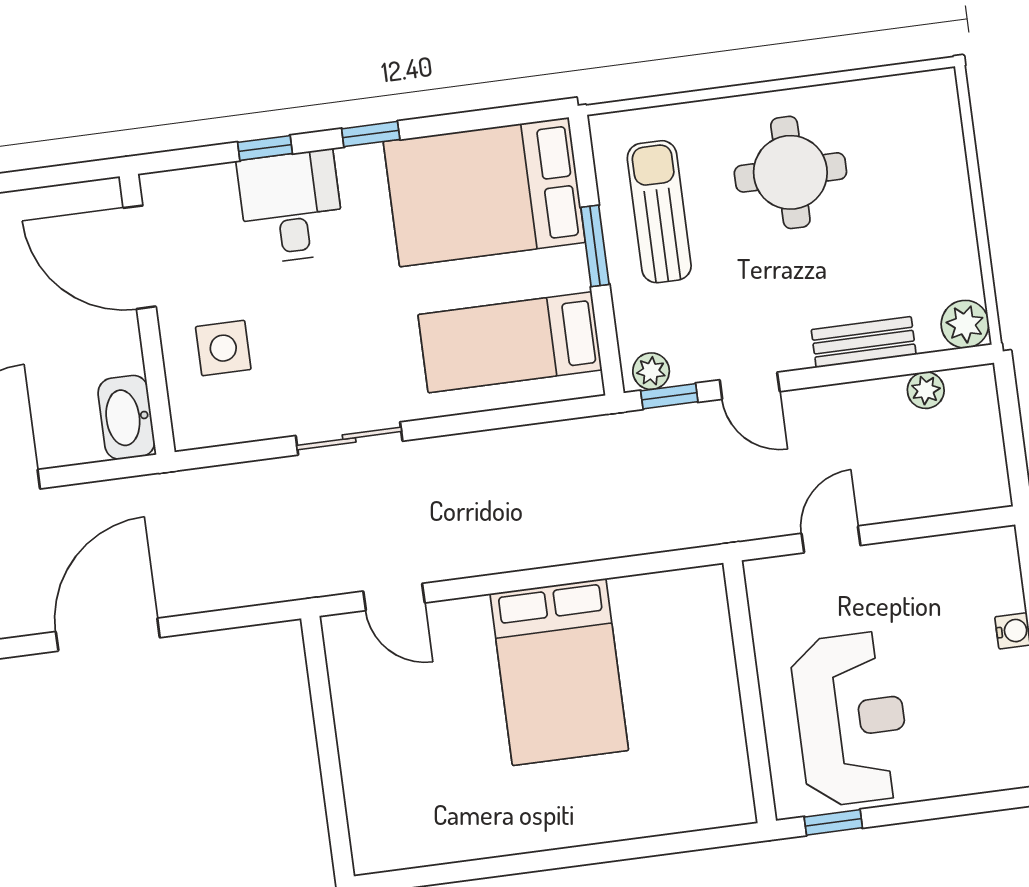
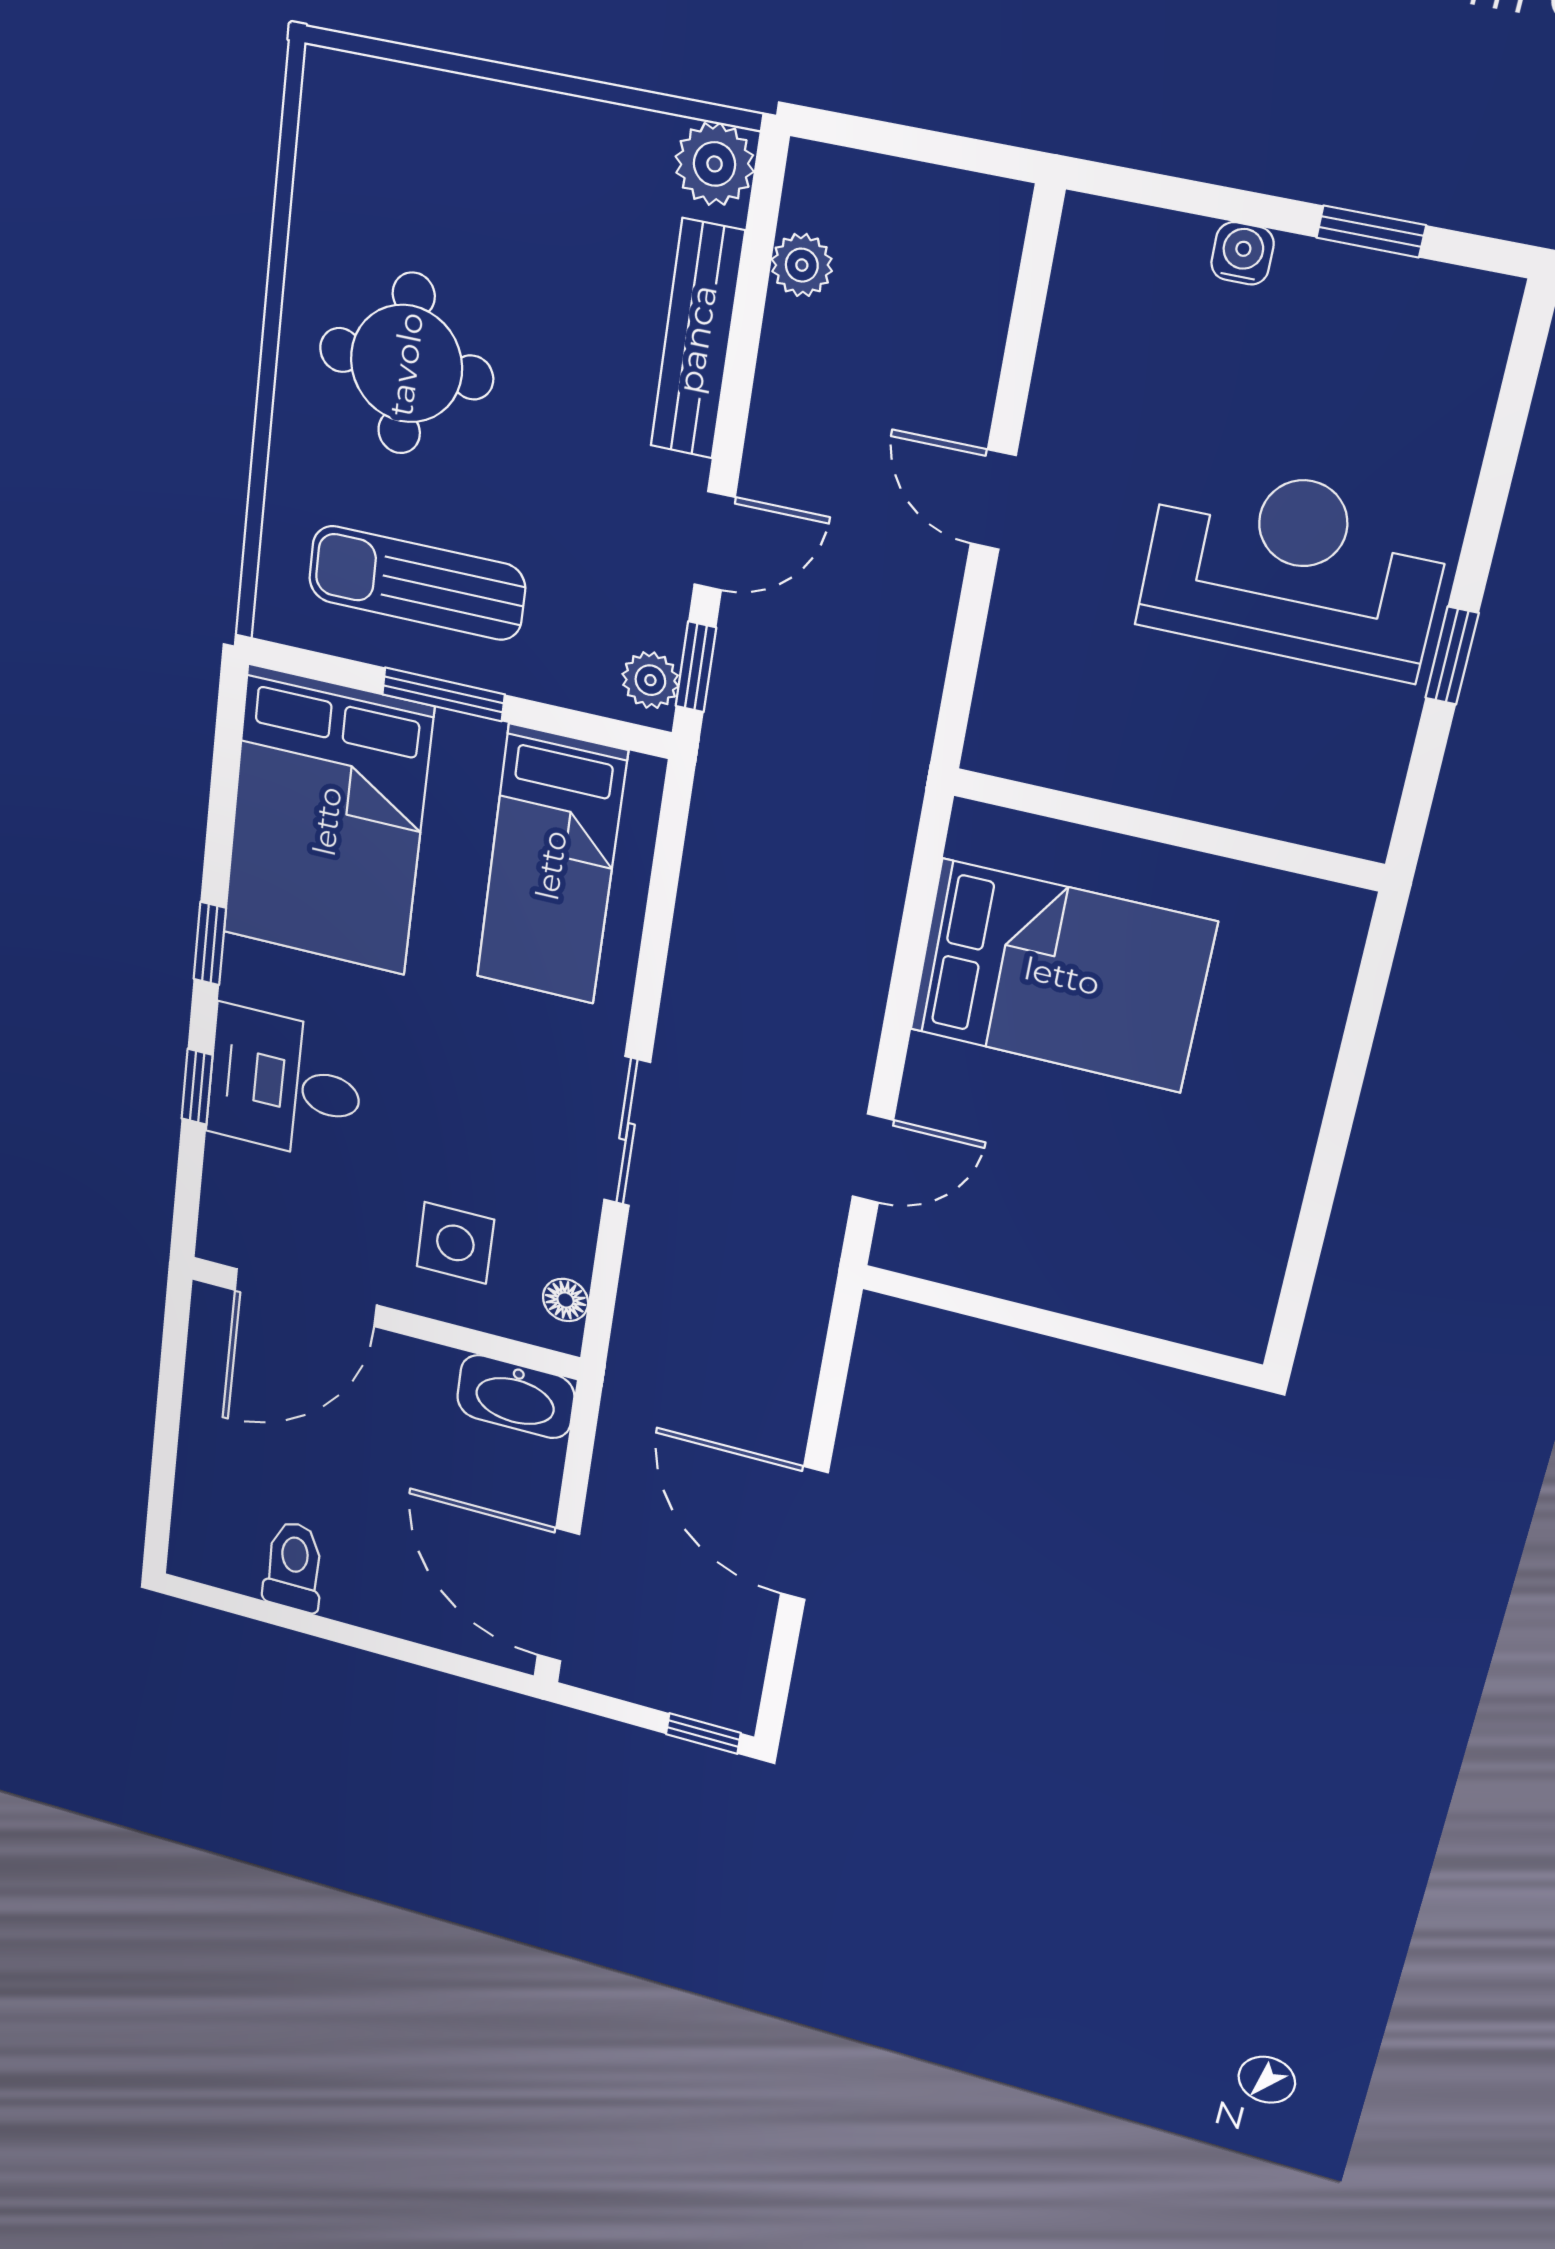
bench: (864, 342) -> (697, 339), width x1.36
floor lamp: (212, 431) -> (565, 1300), added
wall: (750, 692) -> (1167, 829), moved

